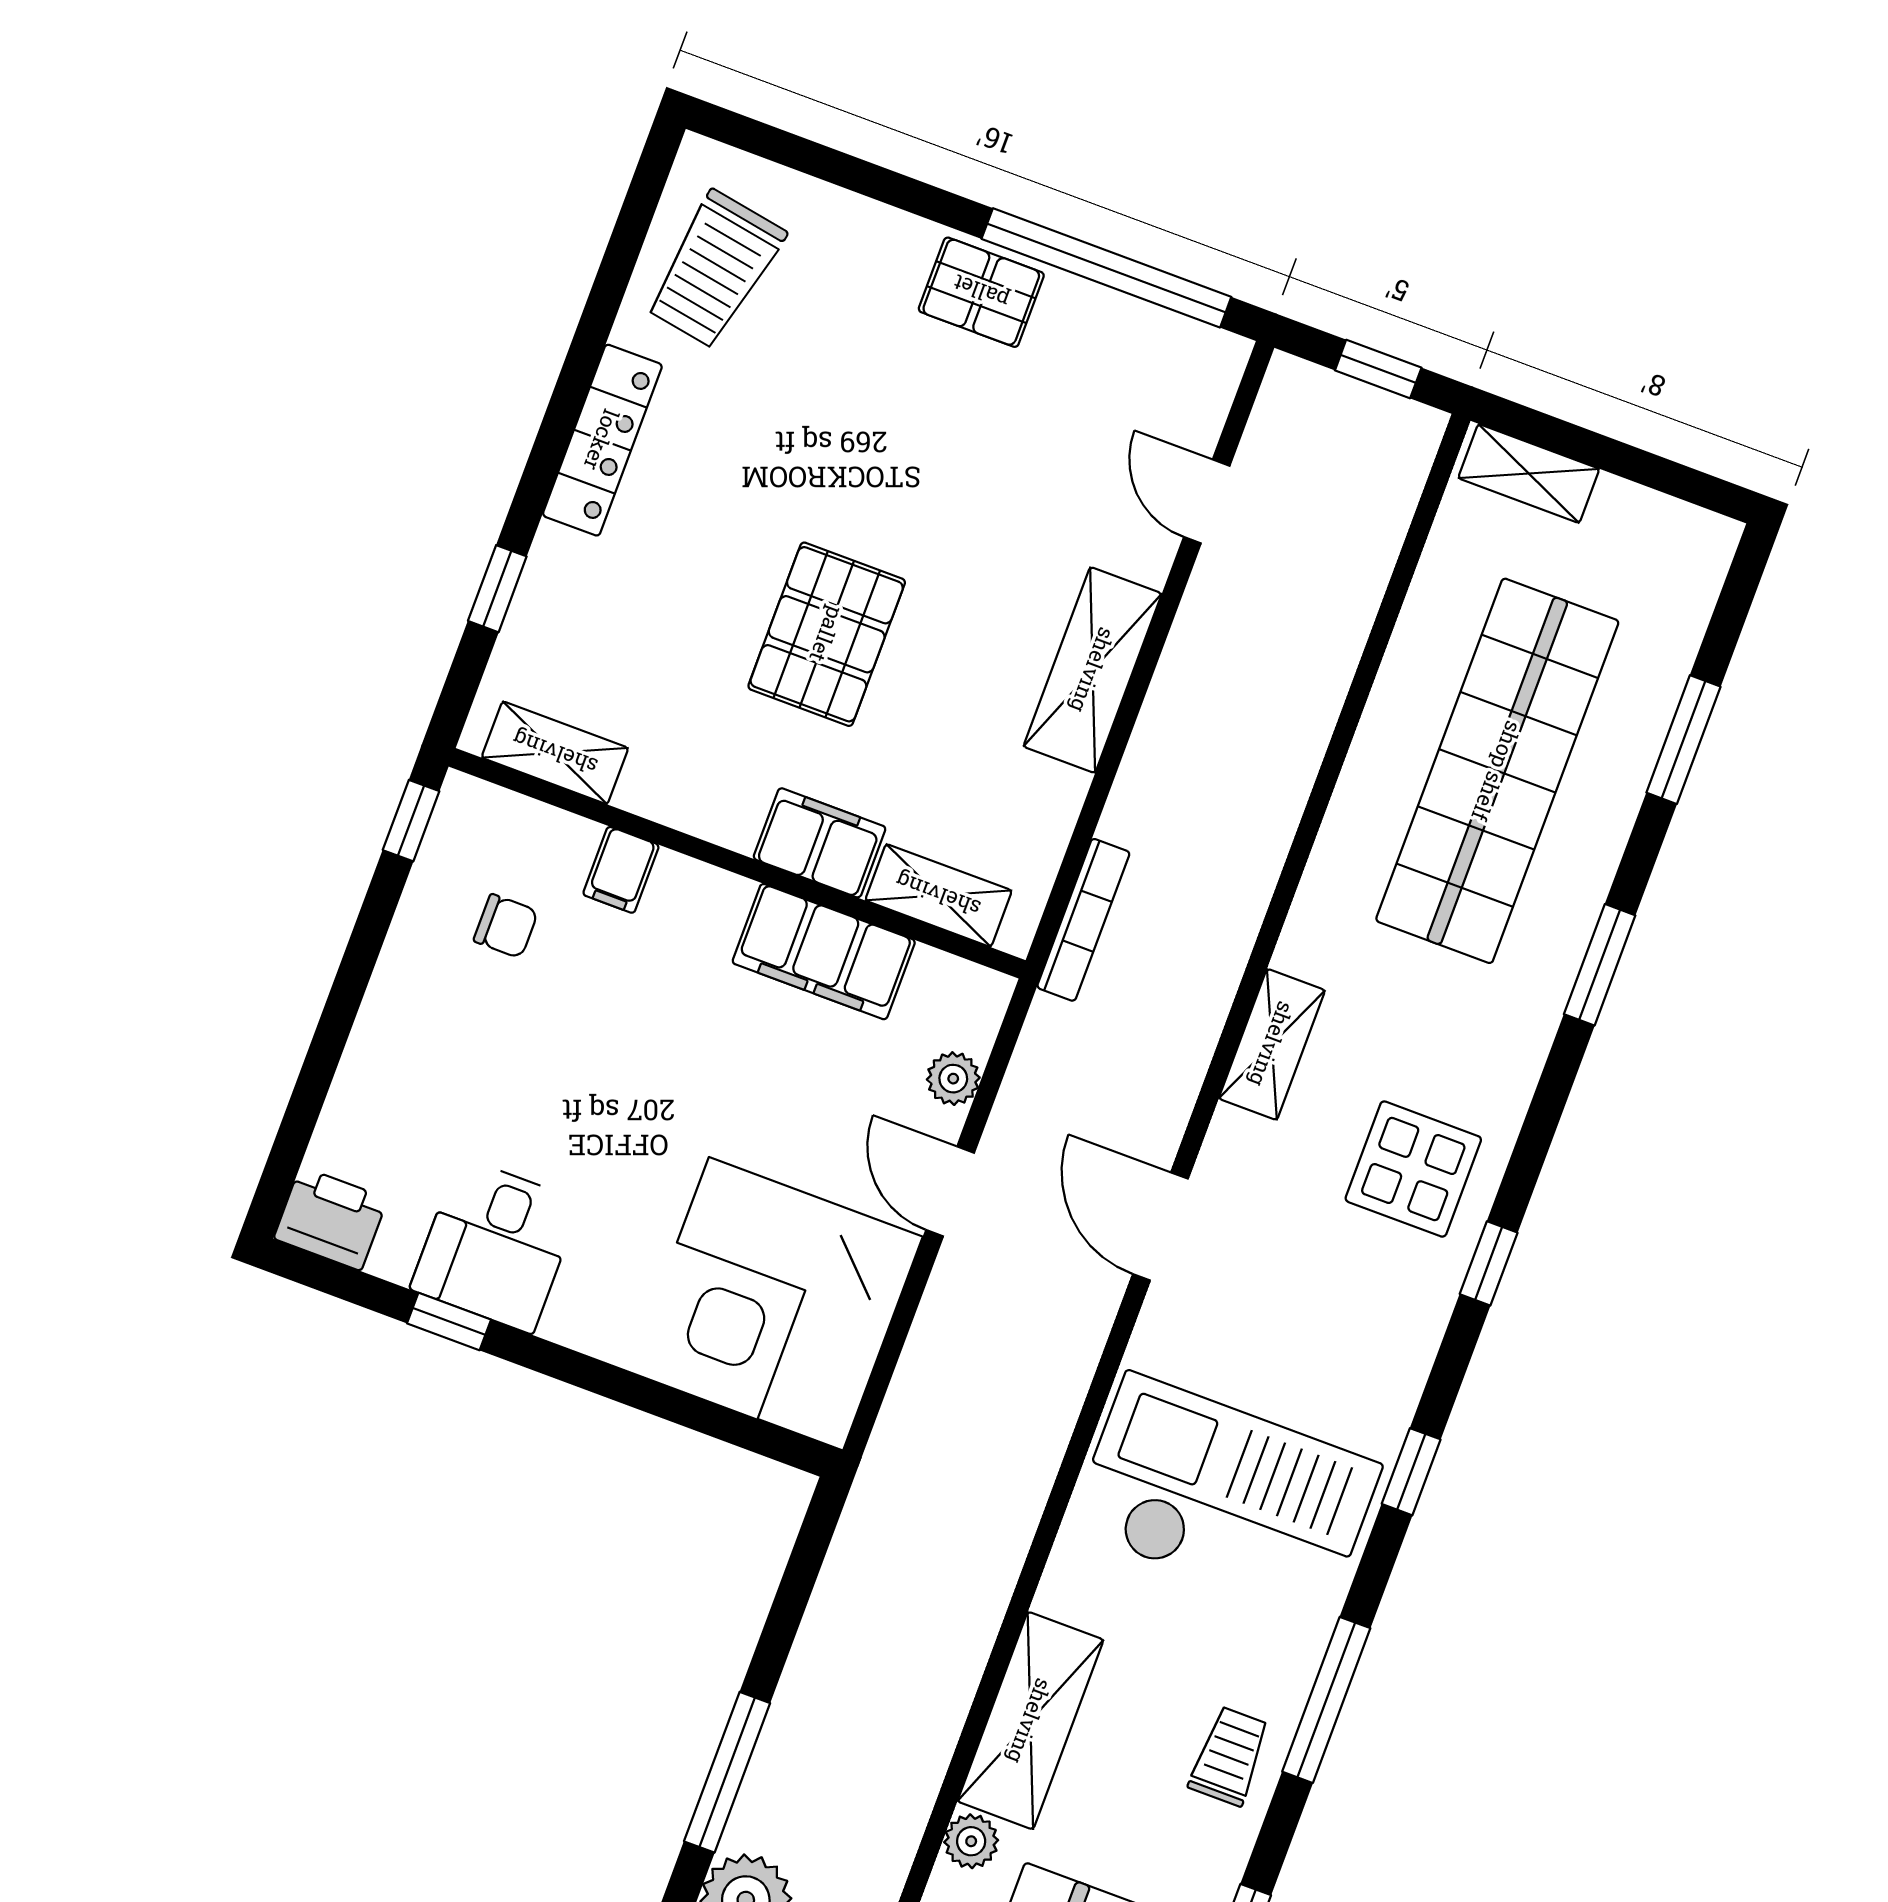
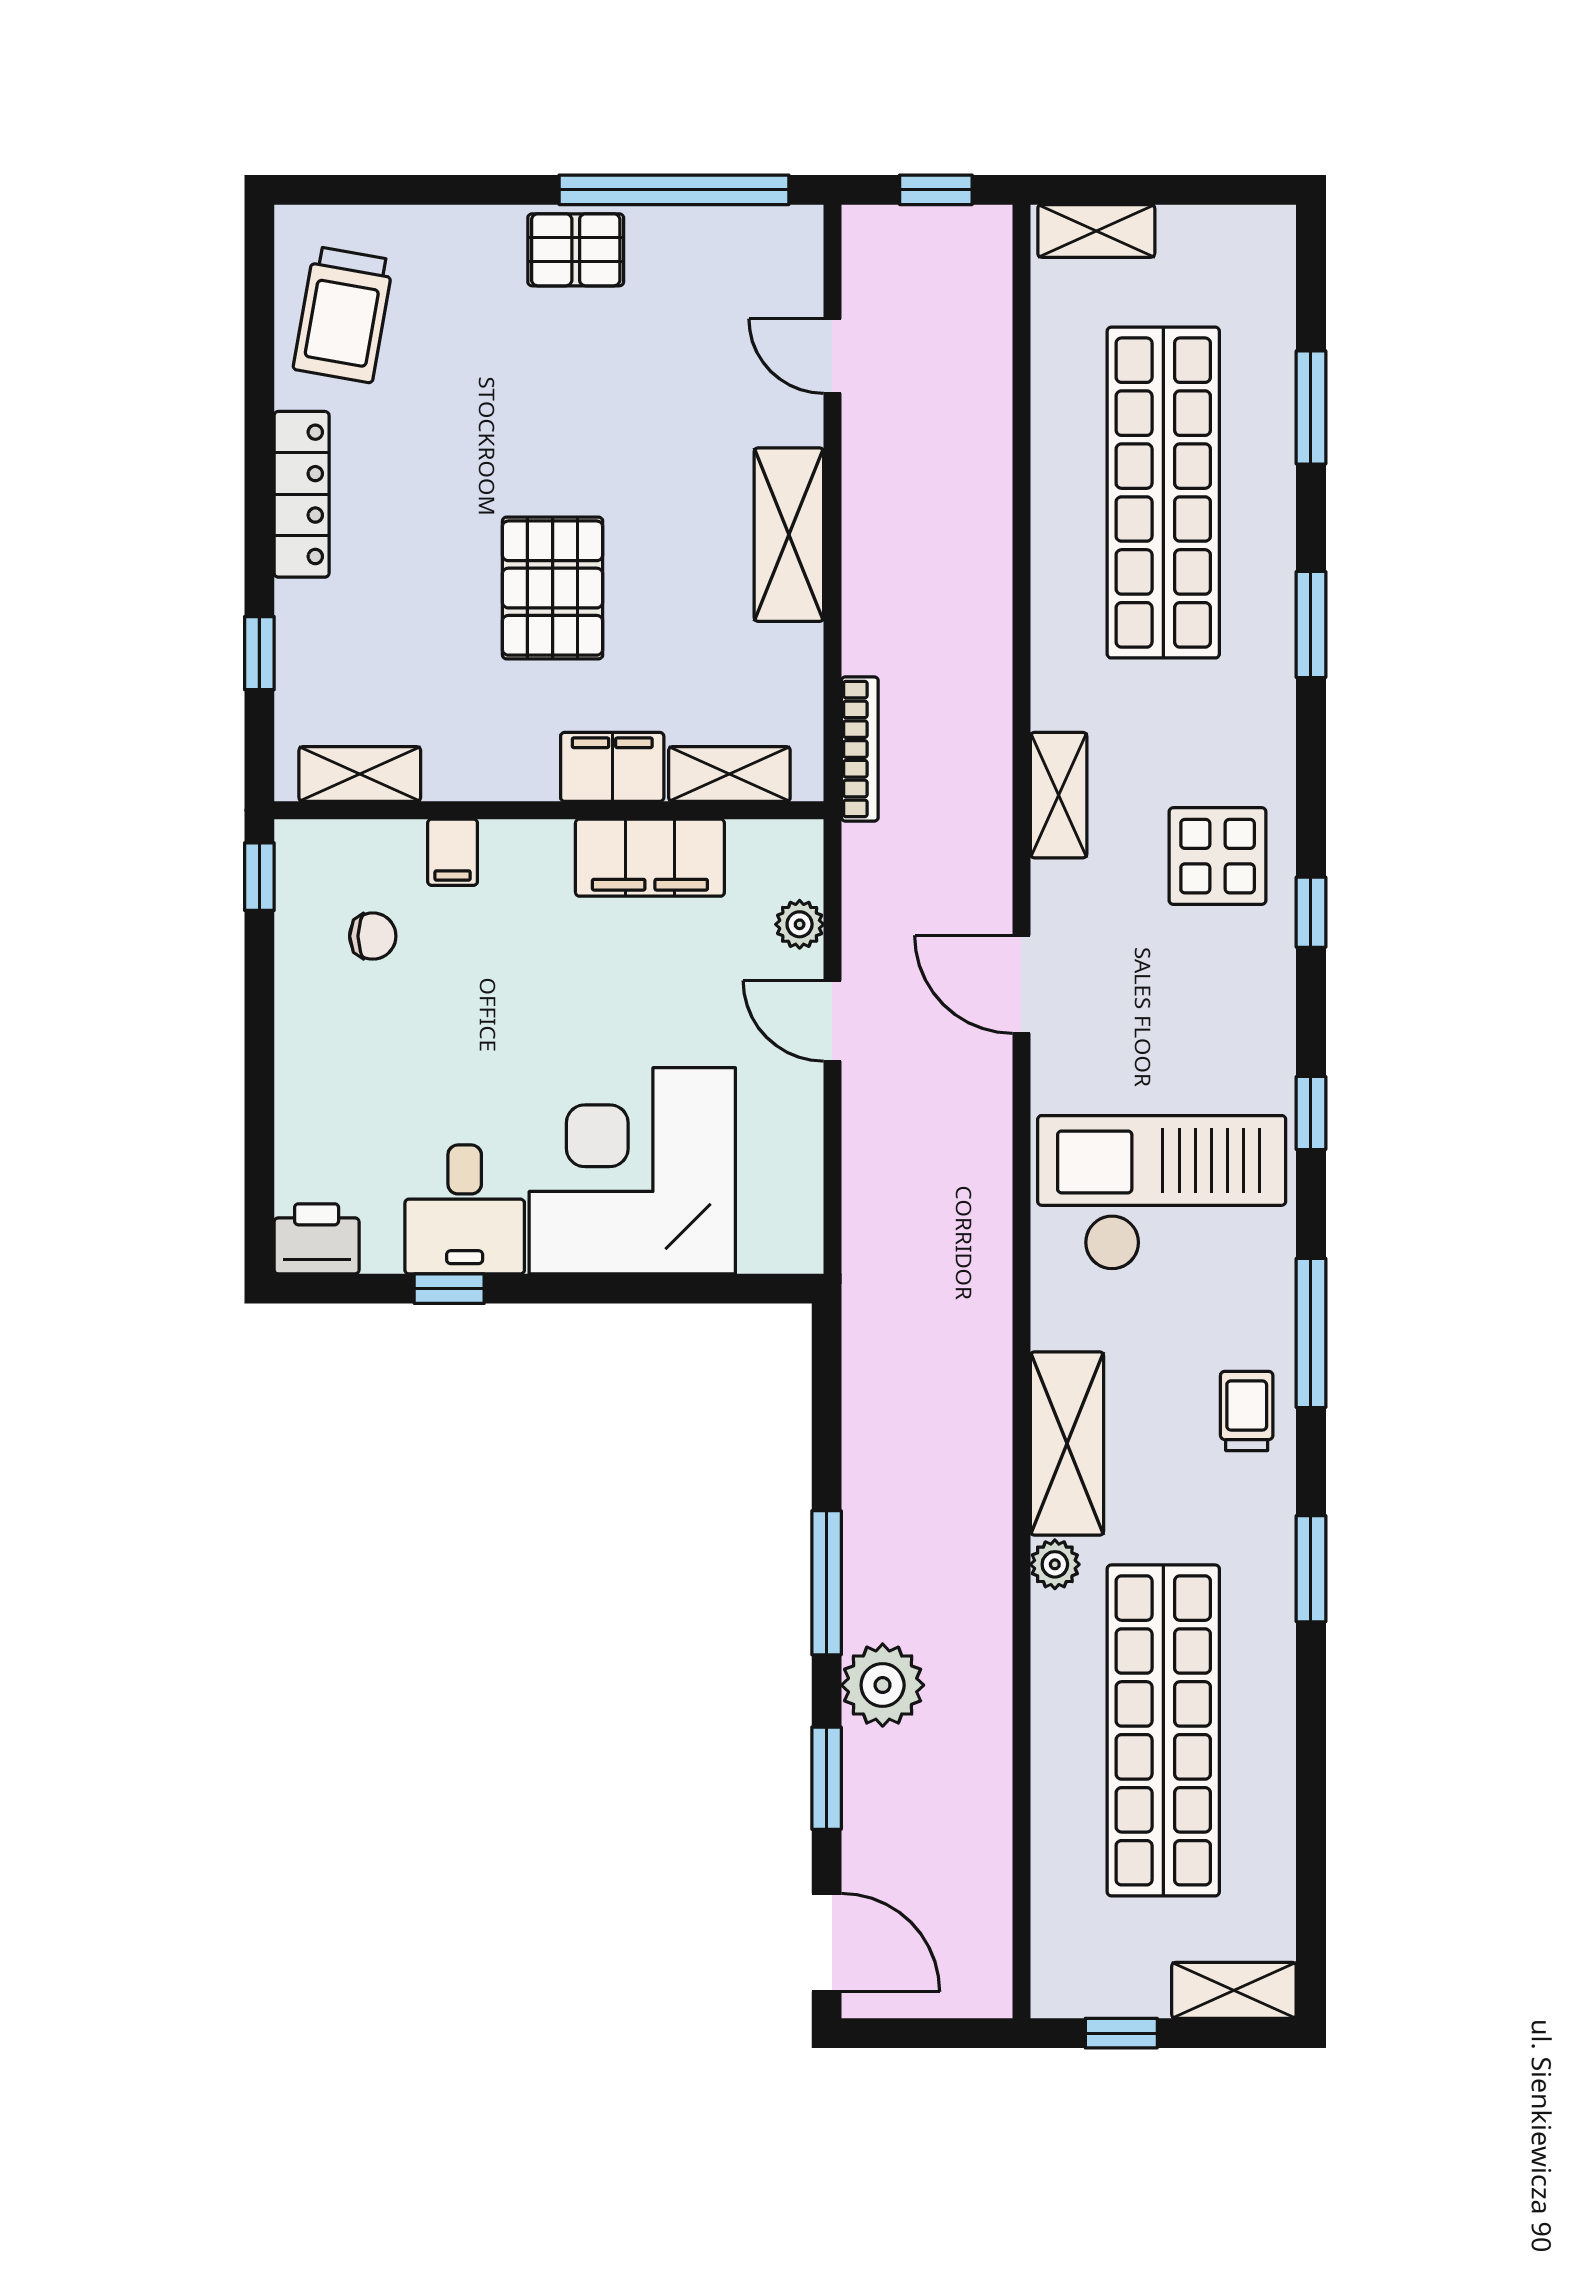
corner desk: (776, 1304) -> (632, 1171), moved, turned 90

